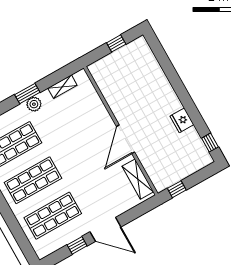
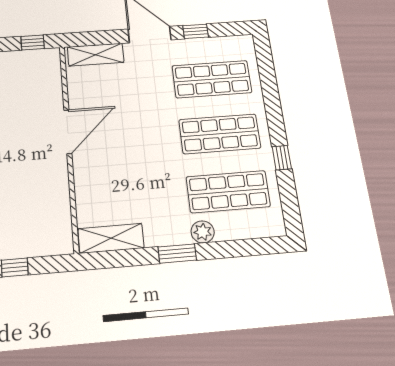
shelving: (62, 87) -> (111, 238), width x1.50, depth x1.33
plant: (34, 104) -> (203, 232), moved
shelving: (138, 179) -> (96, 55), moved, turned 90

